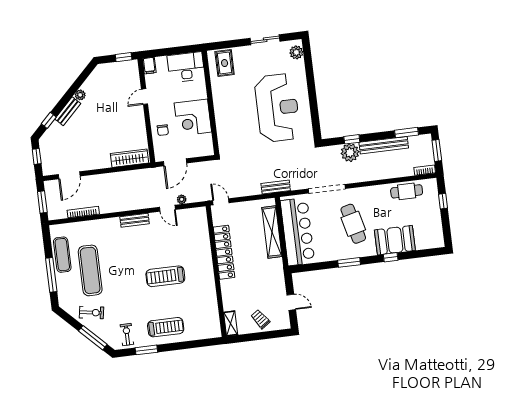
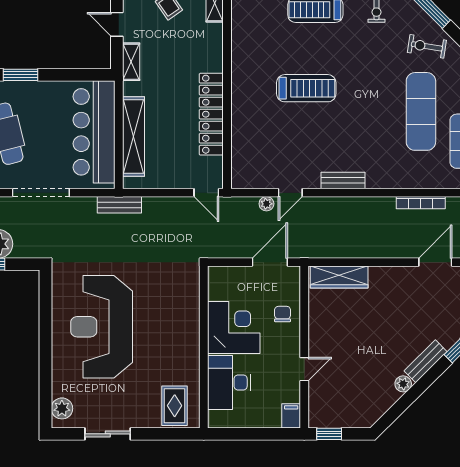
desk: (186, 67) -> (229, 382), moved, turned 90
door: (167, 208) -> (290, 193), swing flipped
shelving: (279, 279) -> (131, 62), added

